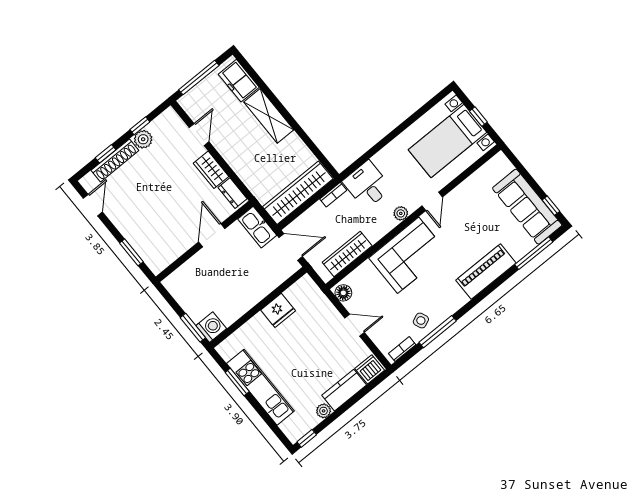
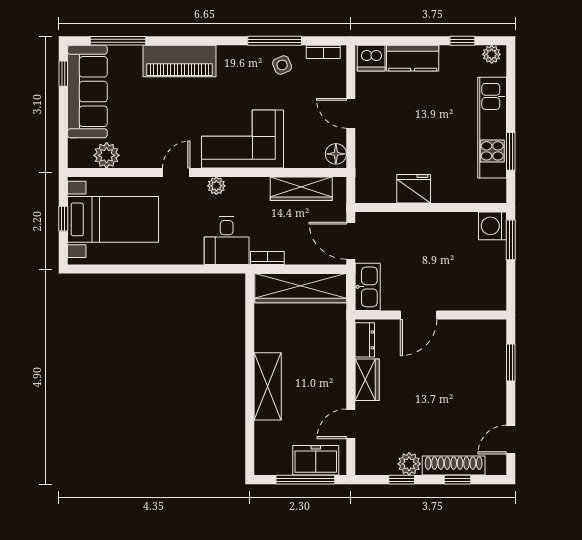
freezer: (239, 81) -> (316, 460), moved, turned -90
plant: (484, 177) -> (107, 155), added
plant: (324, 411) -> (492, 54), moved
window: (307, 438) -> (462, 41), moved

